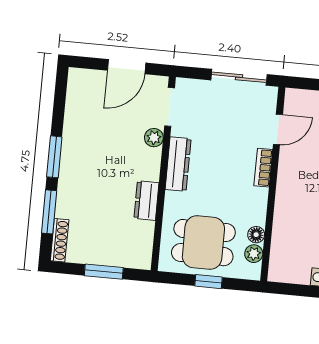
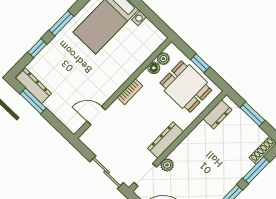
sliding door: (239, 77) -> (107, 172), moved
bookcase: (263, 168) -> (130, 92), moved
dresser: (146, 201) -> (218, 114), moved

